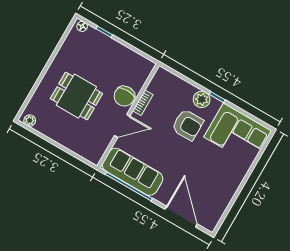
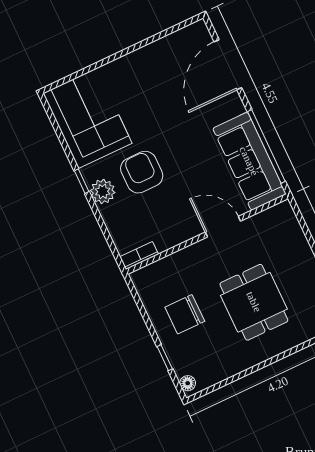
chair: (124, 96) -> (185, 314), moved, turned 180
bookcase: (143, 103) -> (139, 256), moved

